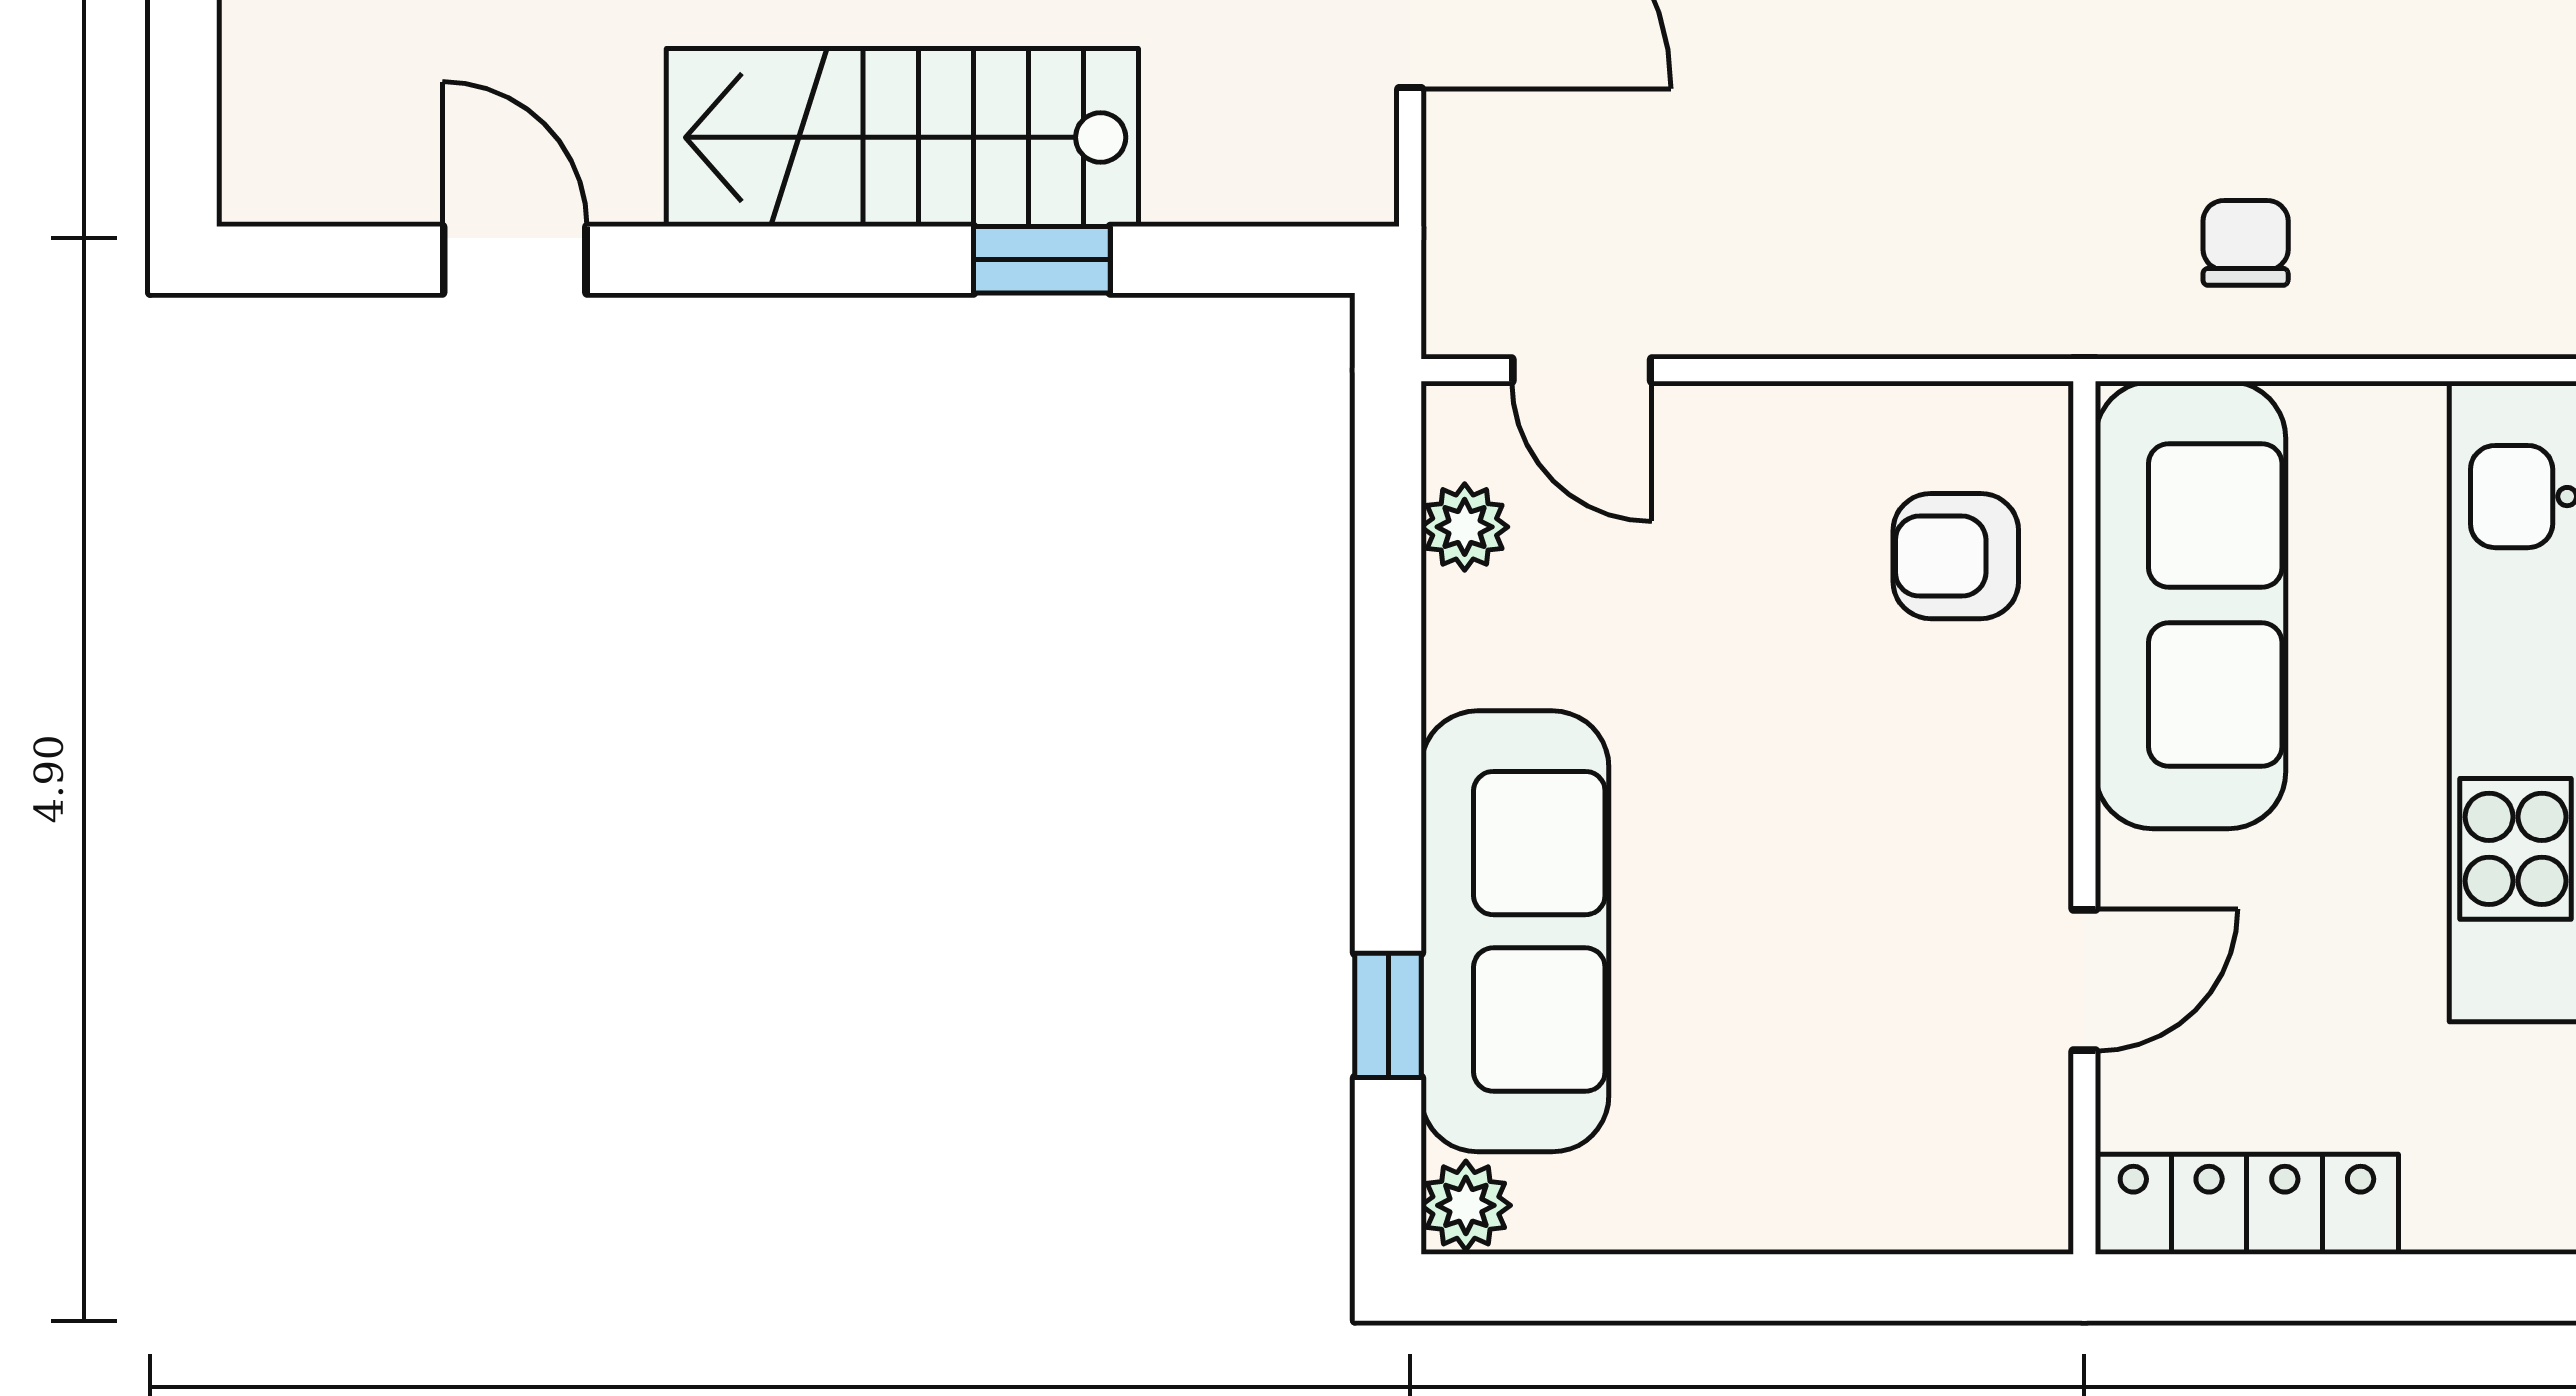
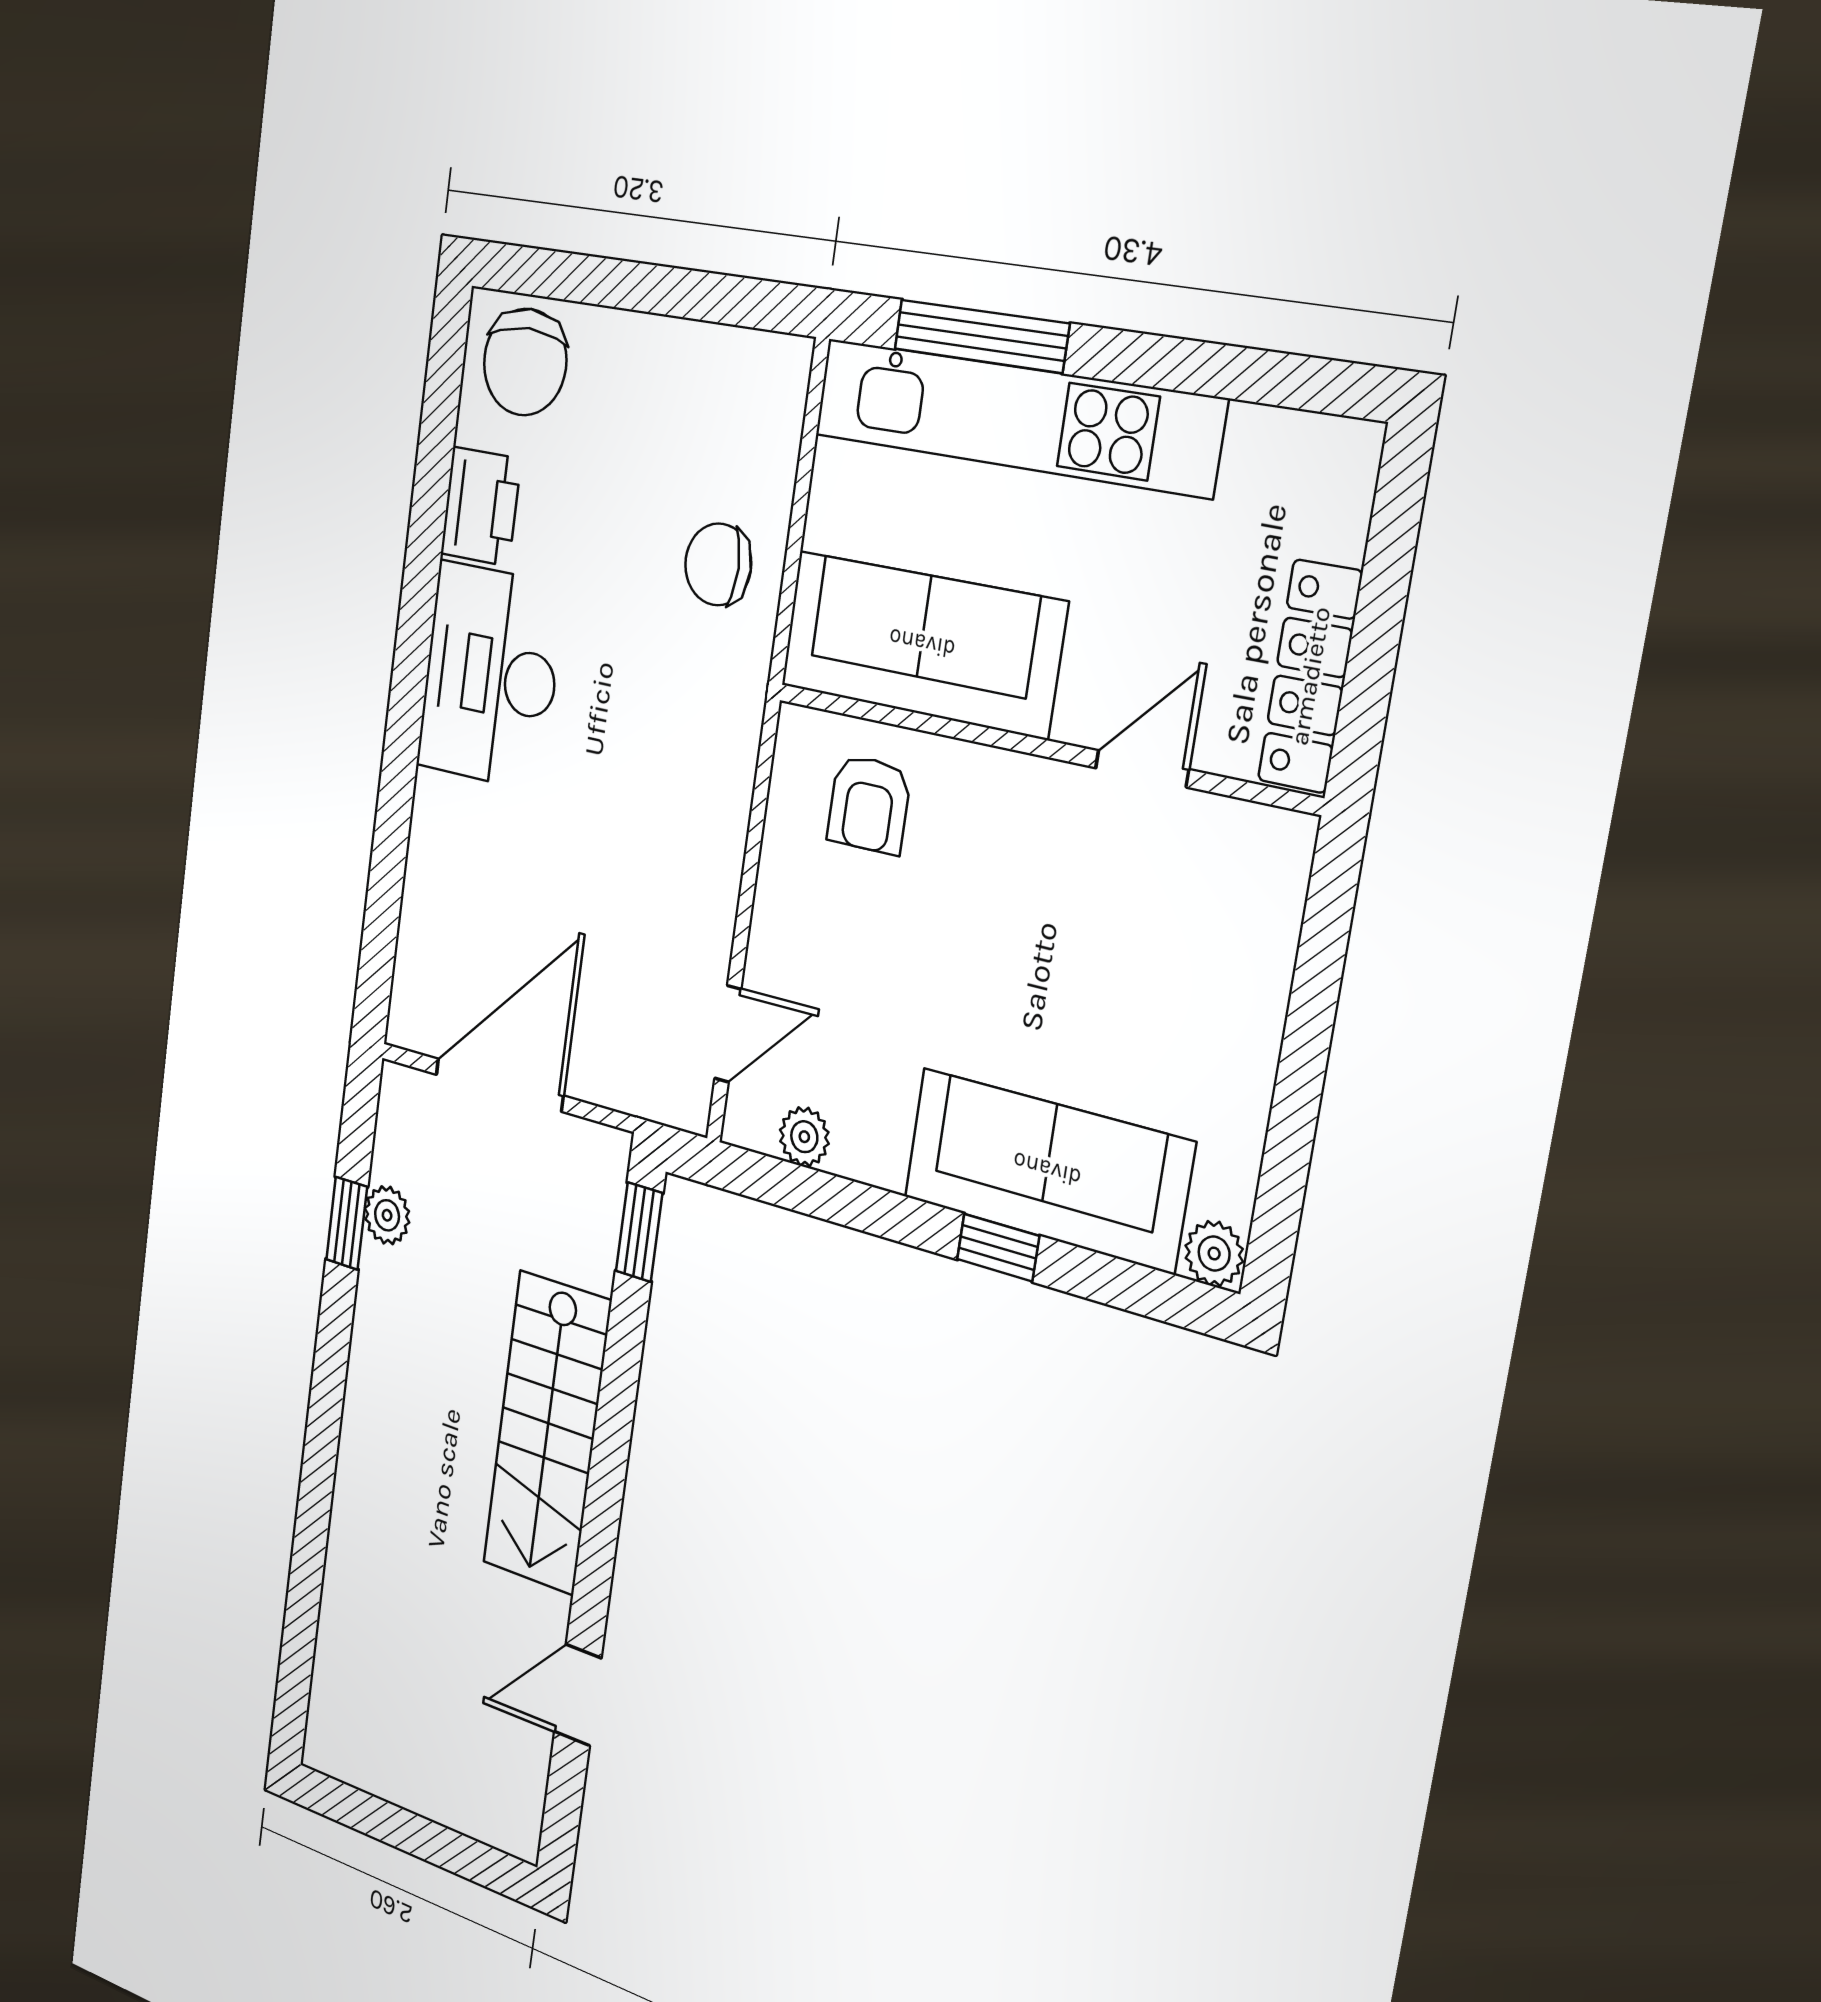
chair: (2246, 243) -> (718, 564), width x1.37, depth x1.37
window: (1042, 260) -> (639, 1232), moved
door: (2084, 980) -> (1142, 769), hinge flipped
window: (1388, 1015) -> (998, 1248), moved

